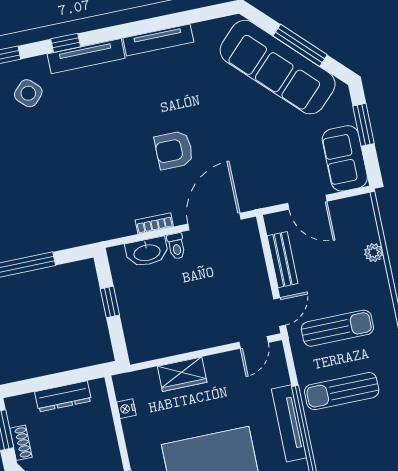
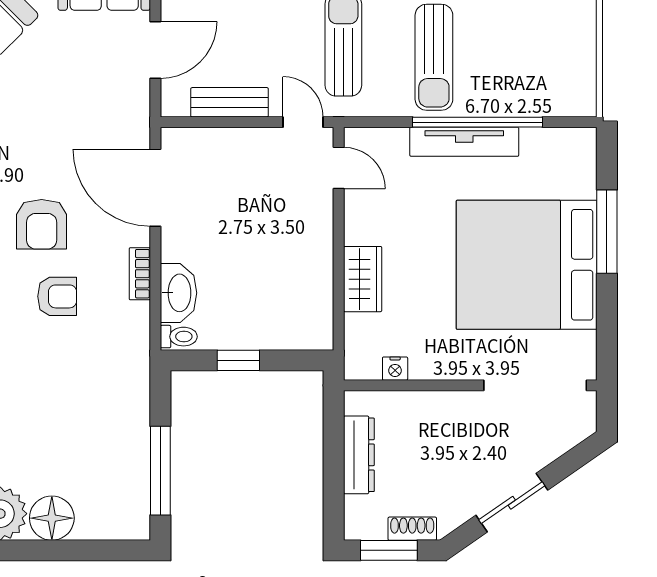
armchair: (127, 171) -> (57, 296), added
toilet: (176, 246) -> (179, 337), moved

